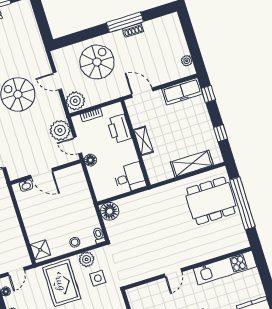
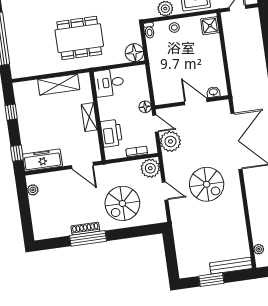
shoe rack: (133, 30) -> (85, 229), width x1.43
shelving: (192, 164) -> (59, 85), moved
dining table: (211, 201) -> (79, 38), moved

